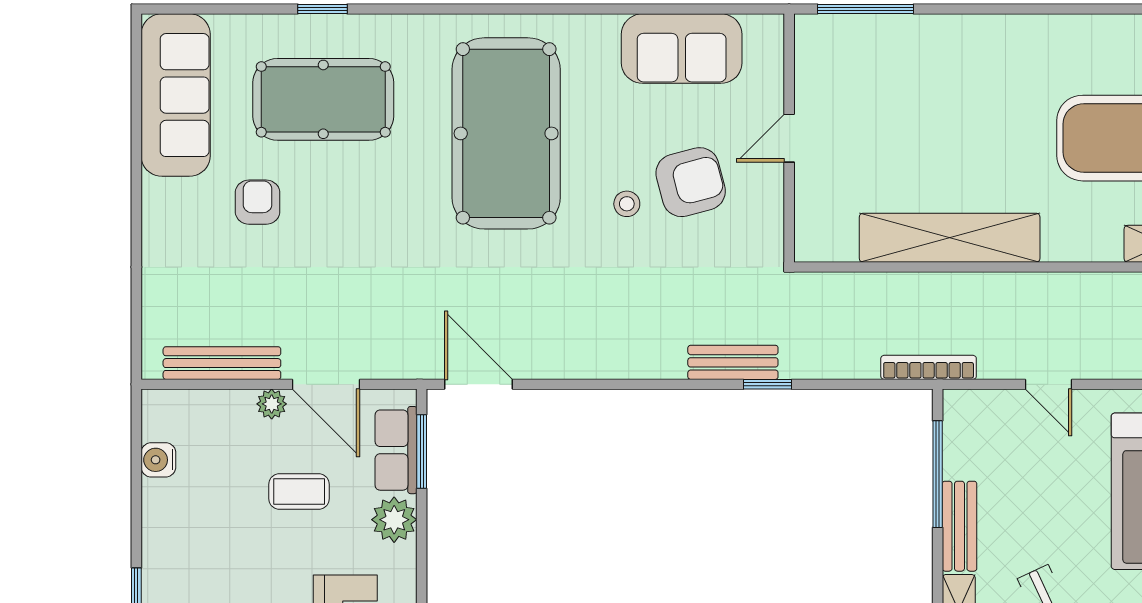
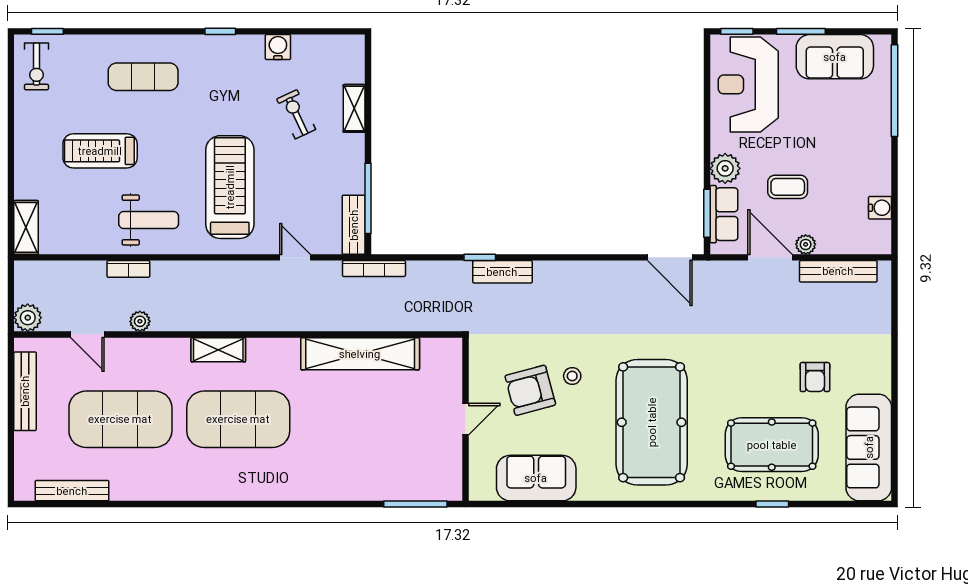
bench: (959, 526) -> (354, 225), moved

